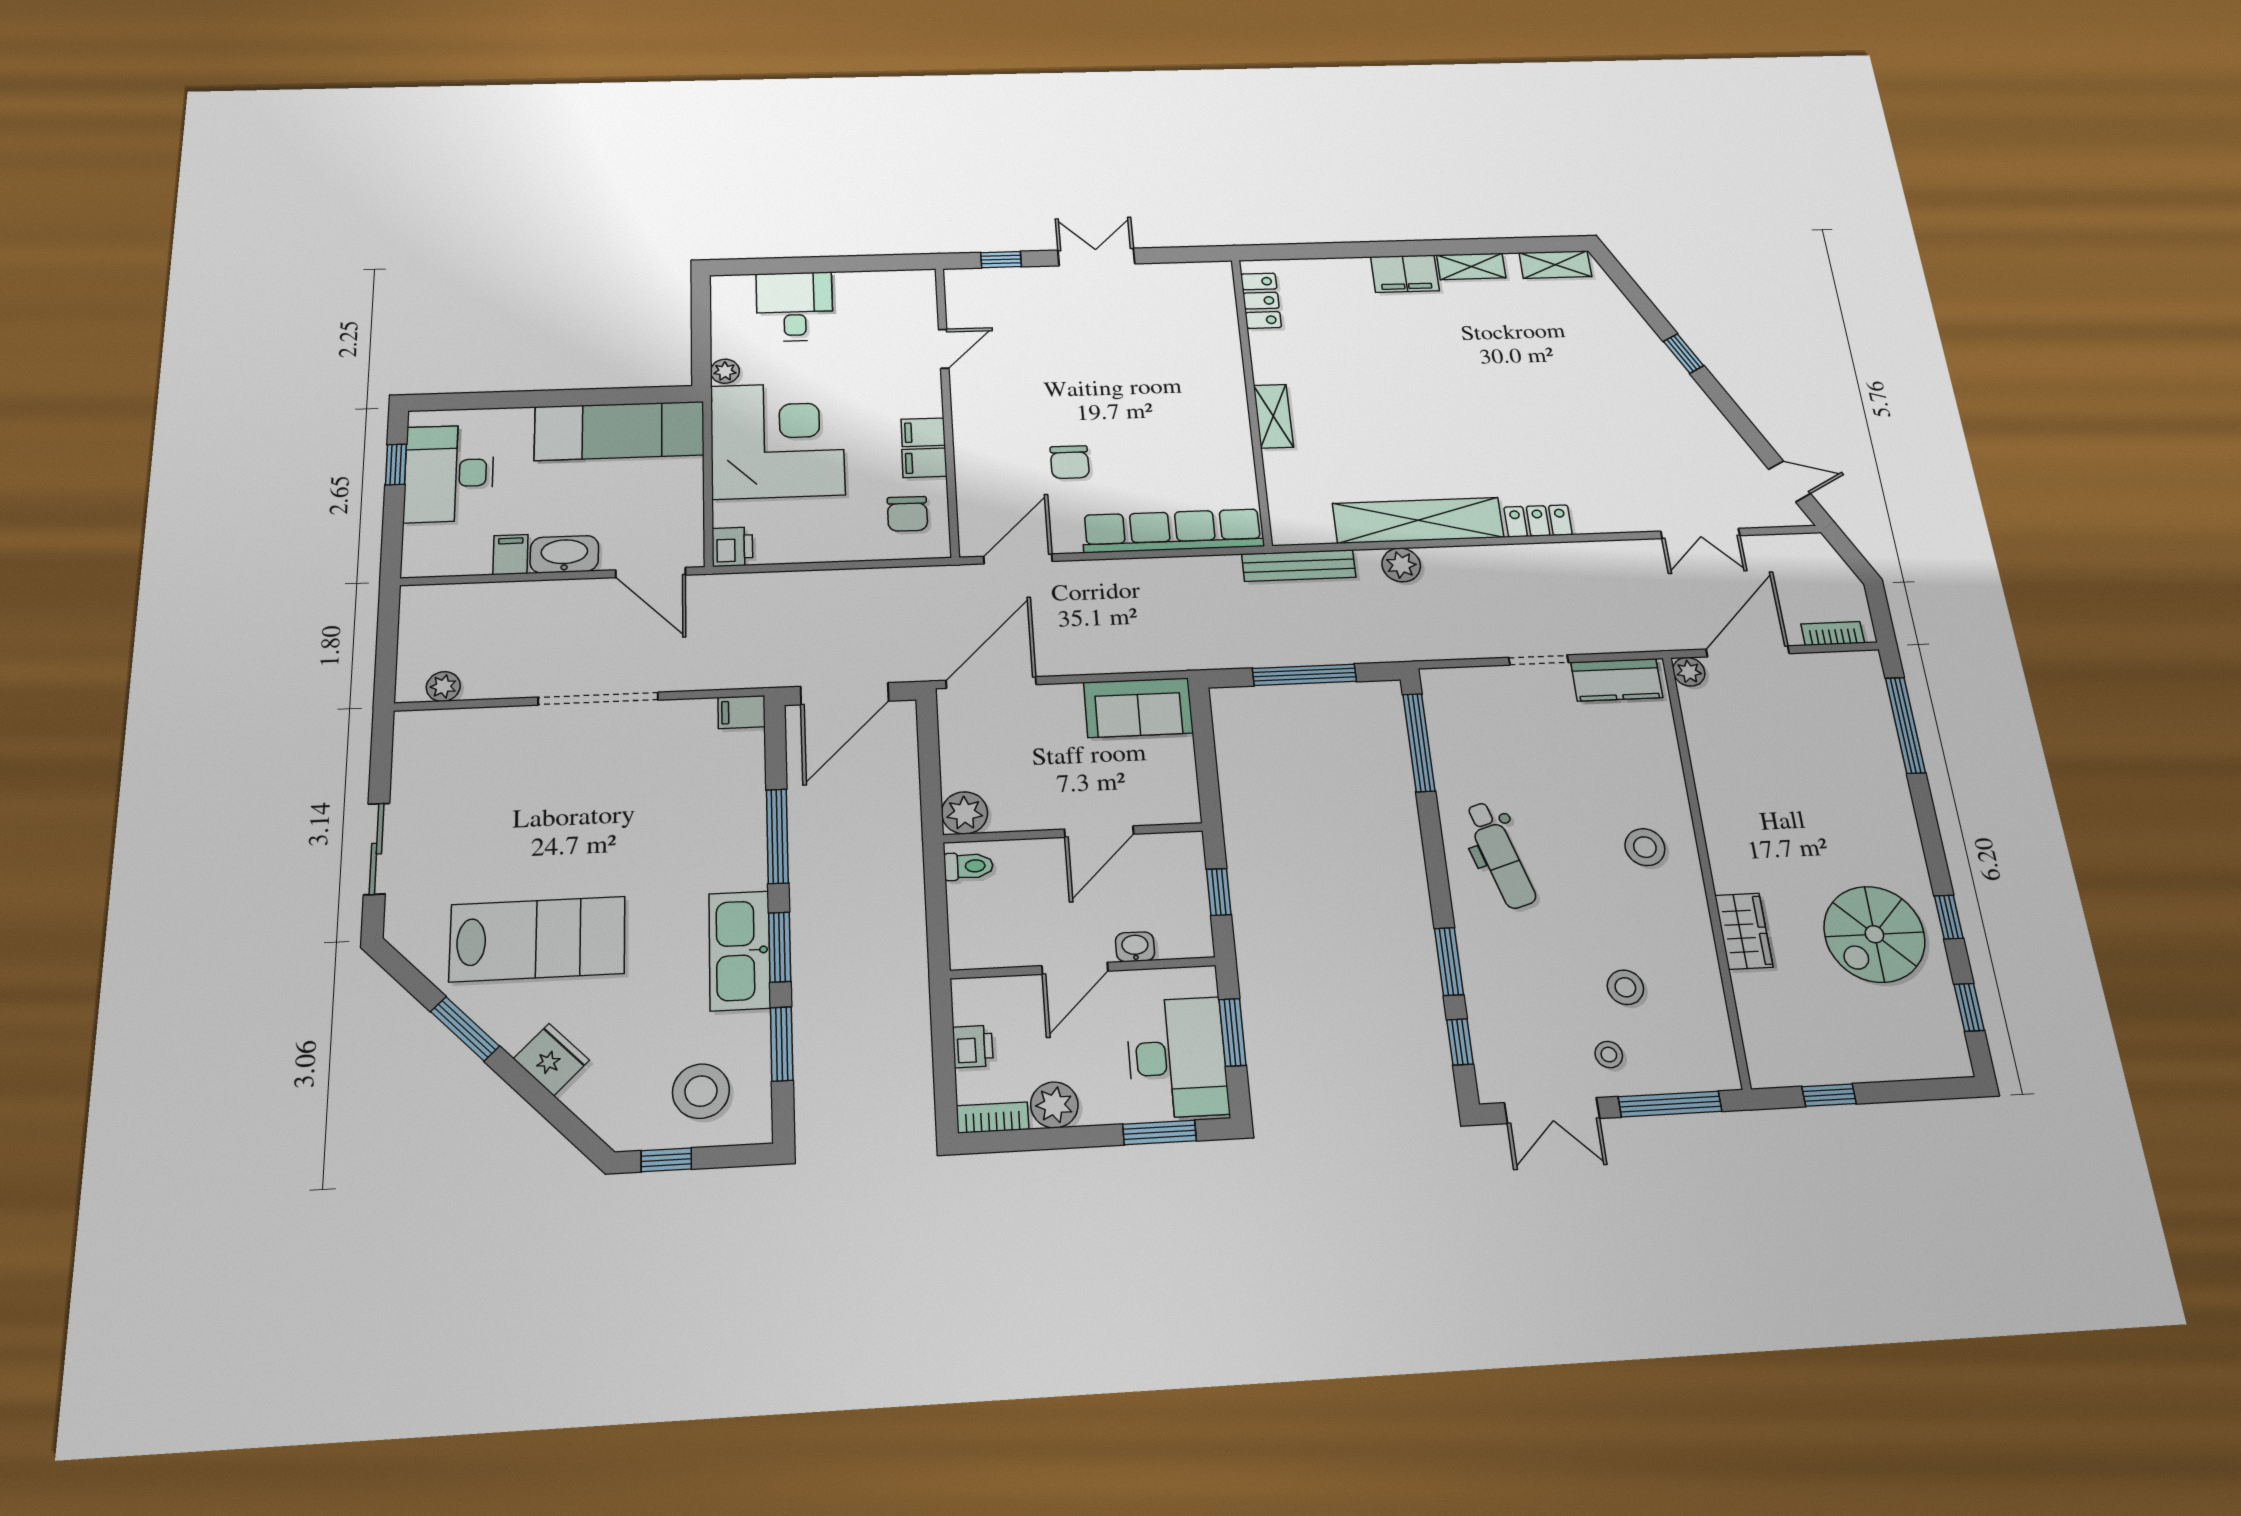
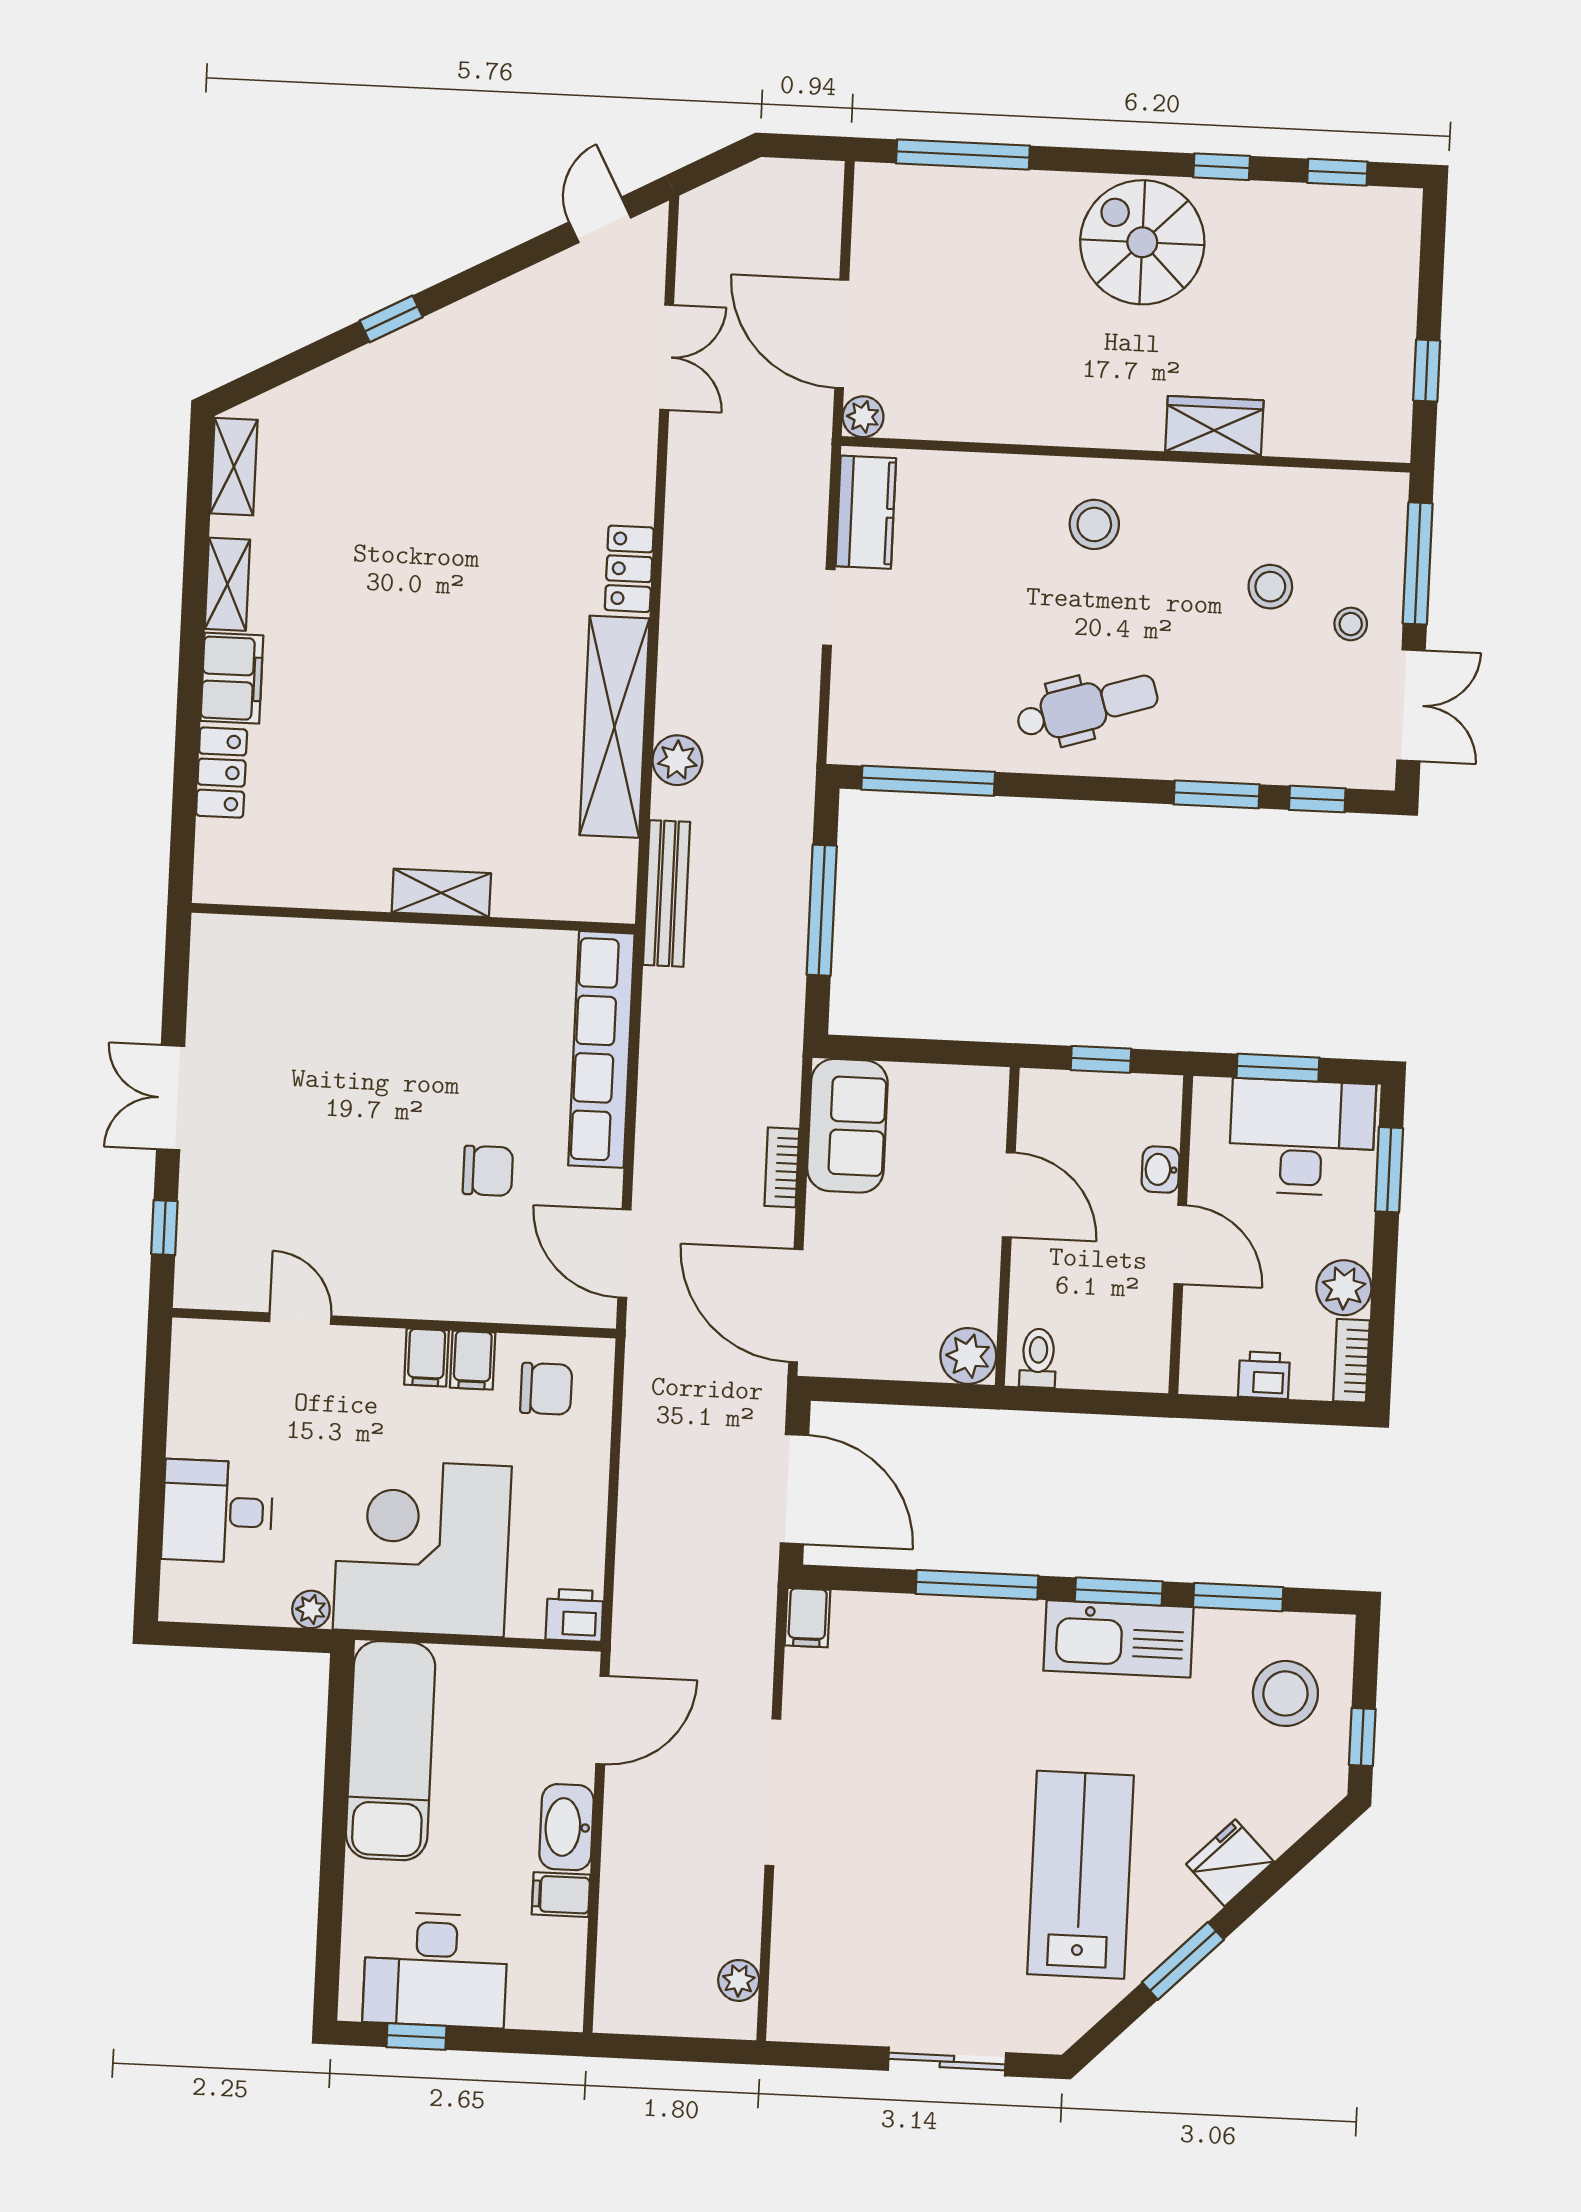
locker: (1261, 301) -> (222, 773), moved, turned 90
bookcase: (1833, 633) -> (782, 1167), moved
spiral stairs: (1874, 934) -> (1142, 242), moved, turned 180

